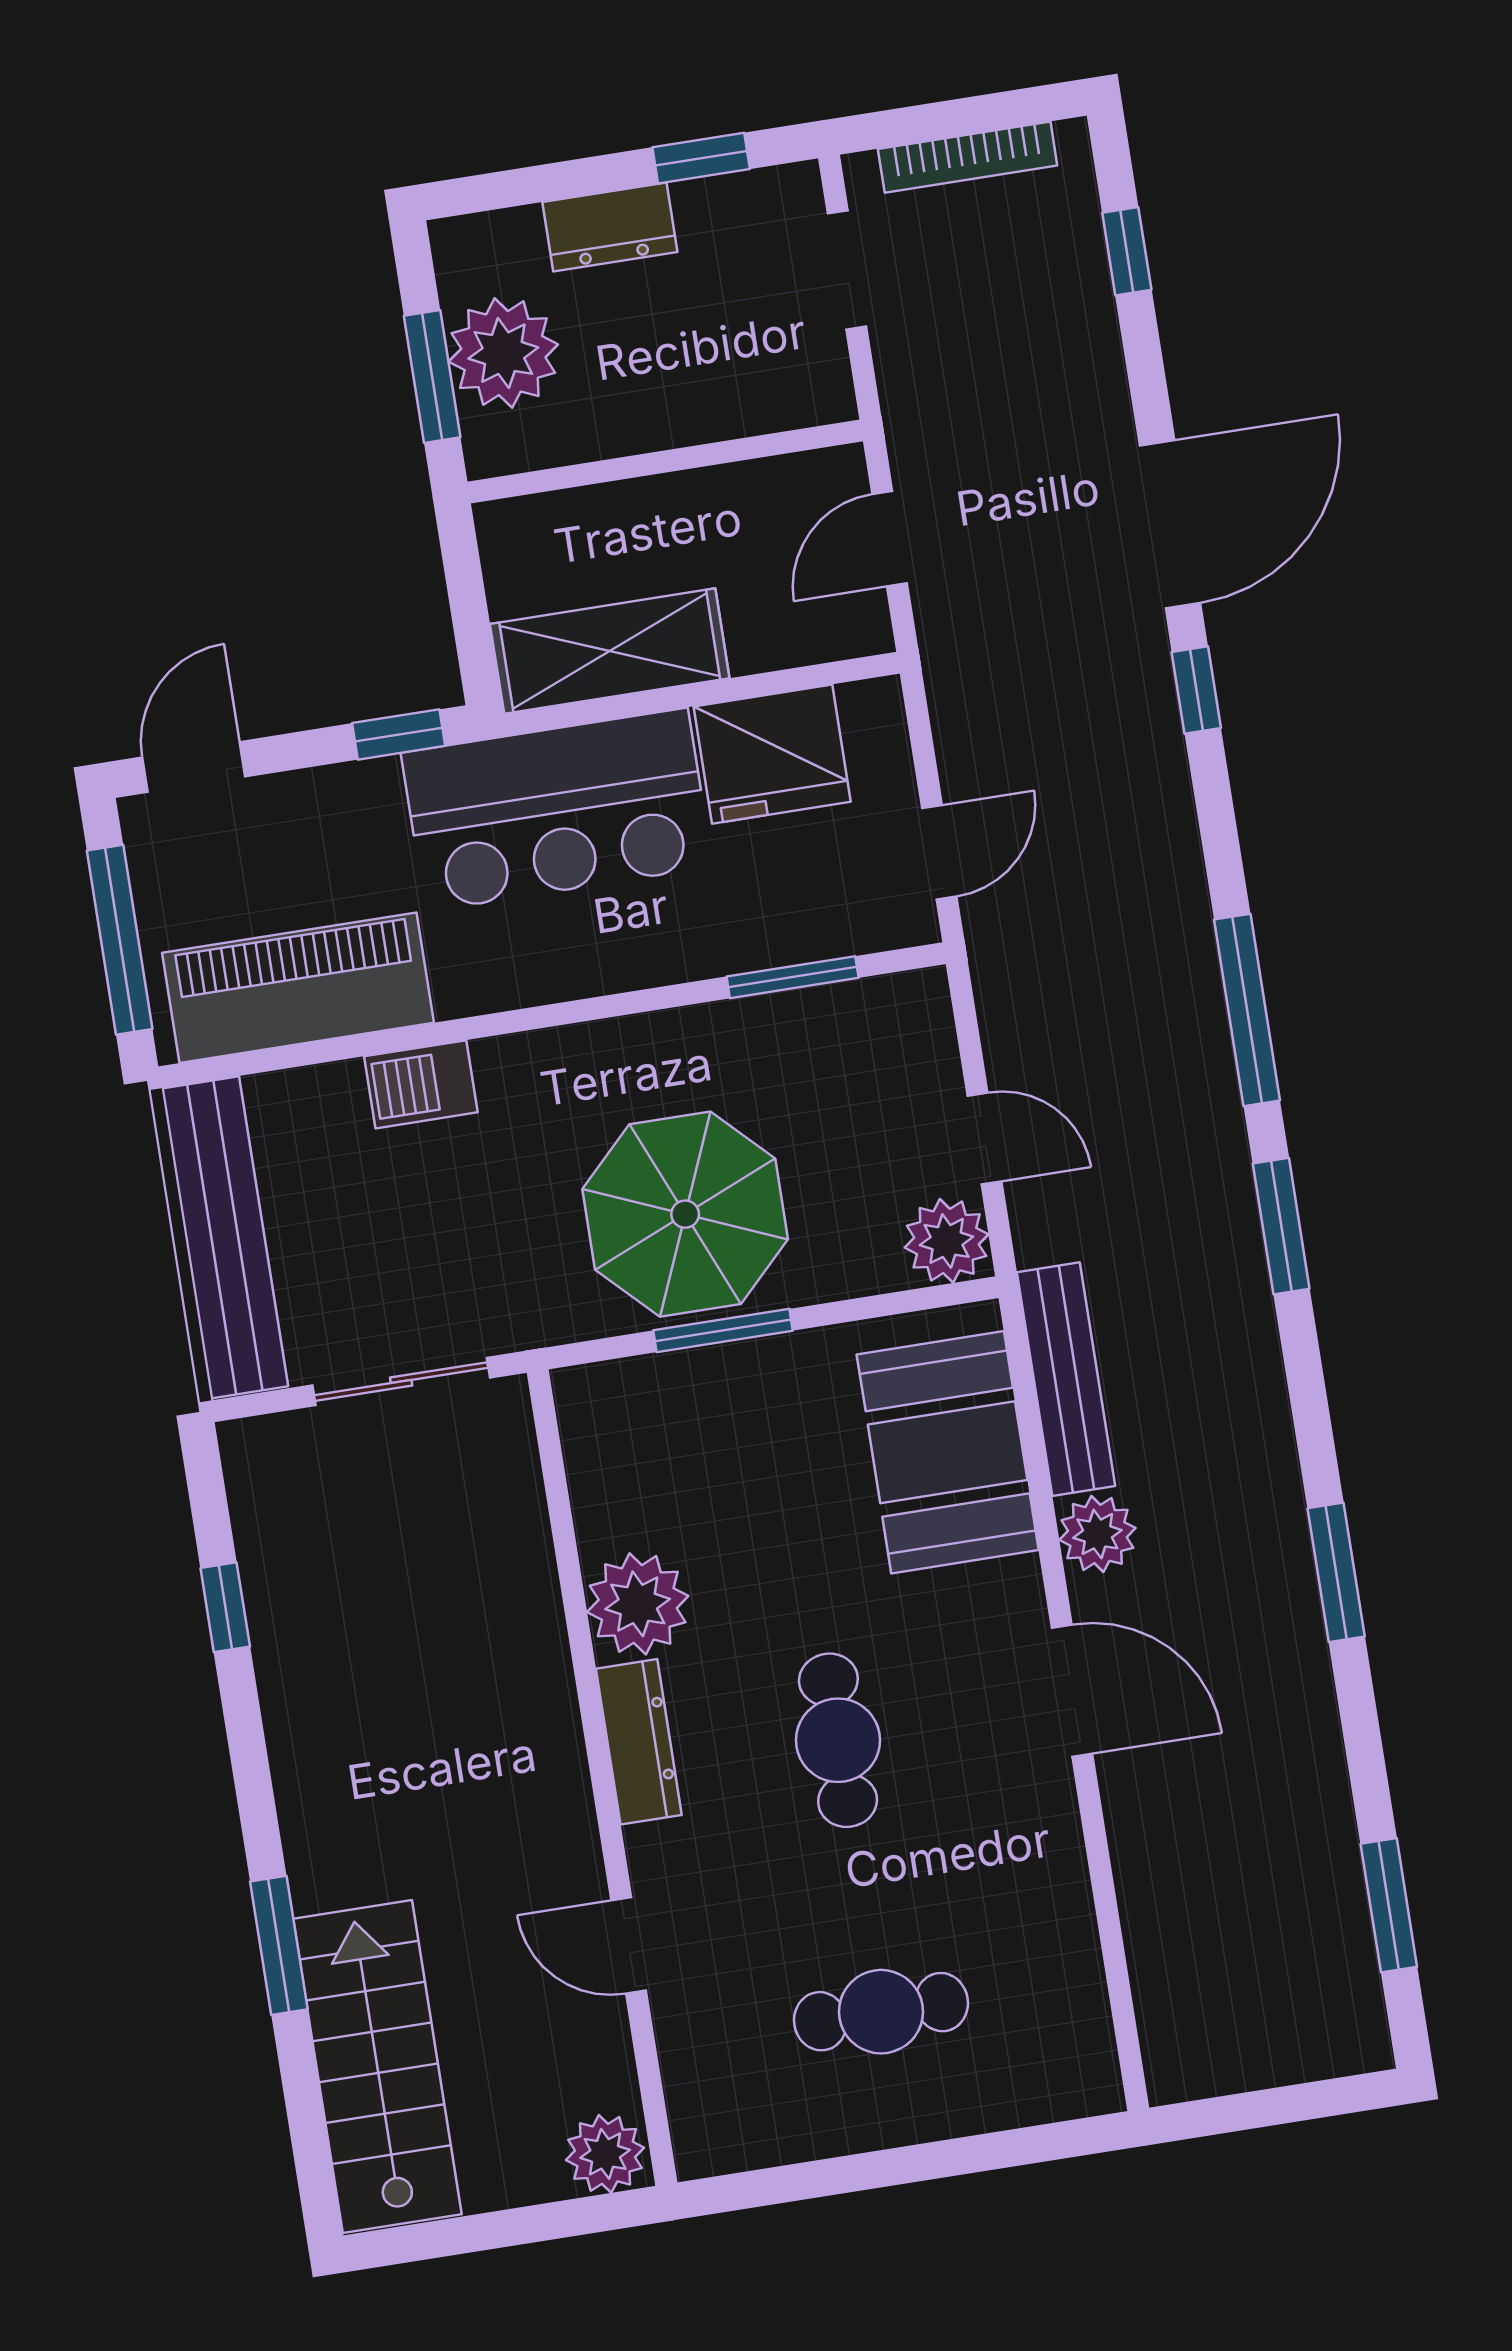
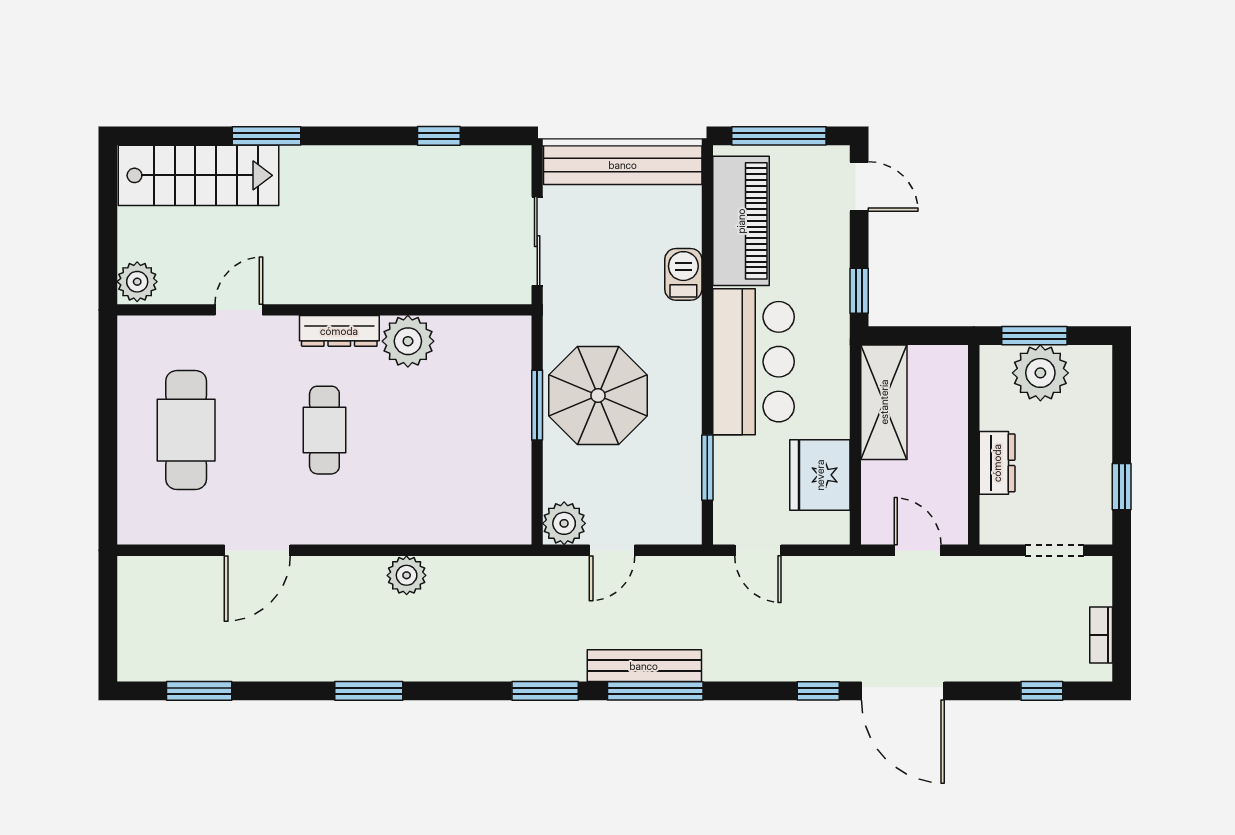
bookcase: (968, 157) -> (1101, 635), width x0.64
dresser: (610, 227) -> (997, 463), moved, turned 180
bar counter: (557, 810) -> (754, 362), moved, turned 180
bench: (1066, 1379) -> (644, 666), moved
booth: (948, 1452) -> (459, 507), removed
door: (1072, 1691) -> (257, 550), moved
cafe table: (838, 1740) -> (324, 430), turned 90
cafe table: (881, 2012) -> (186, 430), width x1.37, depth x1.35

